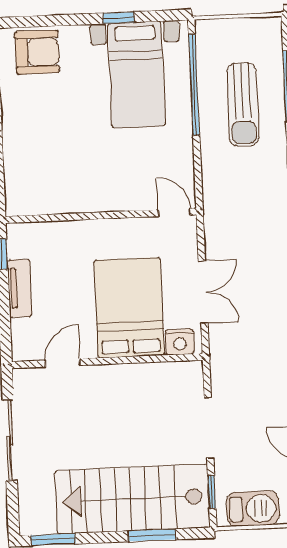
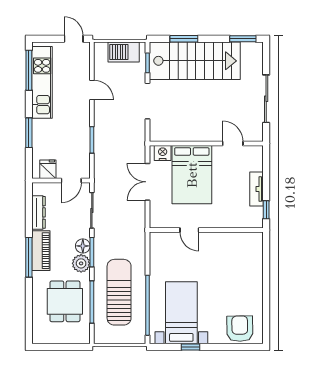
armchair: (37, 52) -> (240, 329), turned 89
sun lounger: (243, 105) -> (119, 292), width x1.36, depth x1.34
door: (174, 212) -> (189, 230), moved
door: (63, 363) -> (233, 143), swing flipped

